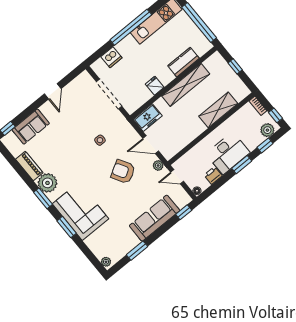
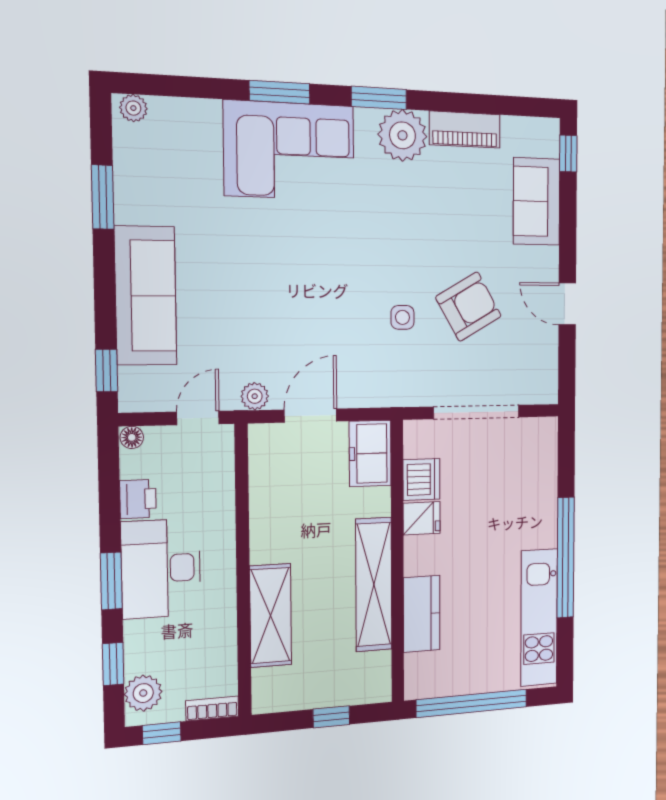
dishwasher: (111, 57) -> (421, 479), moved, turned 180
armchair: (123, 172) -> (469, 307), moved

